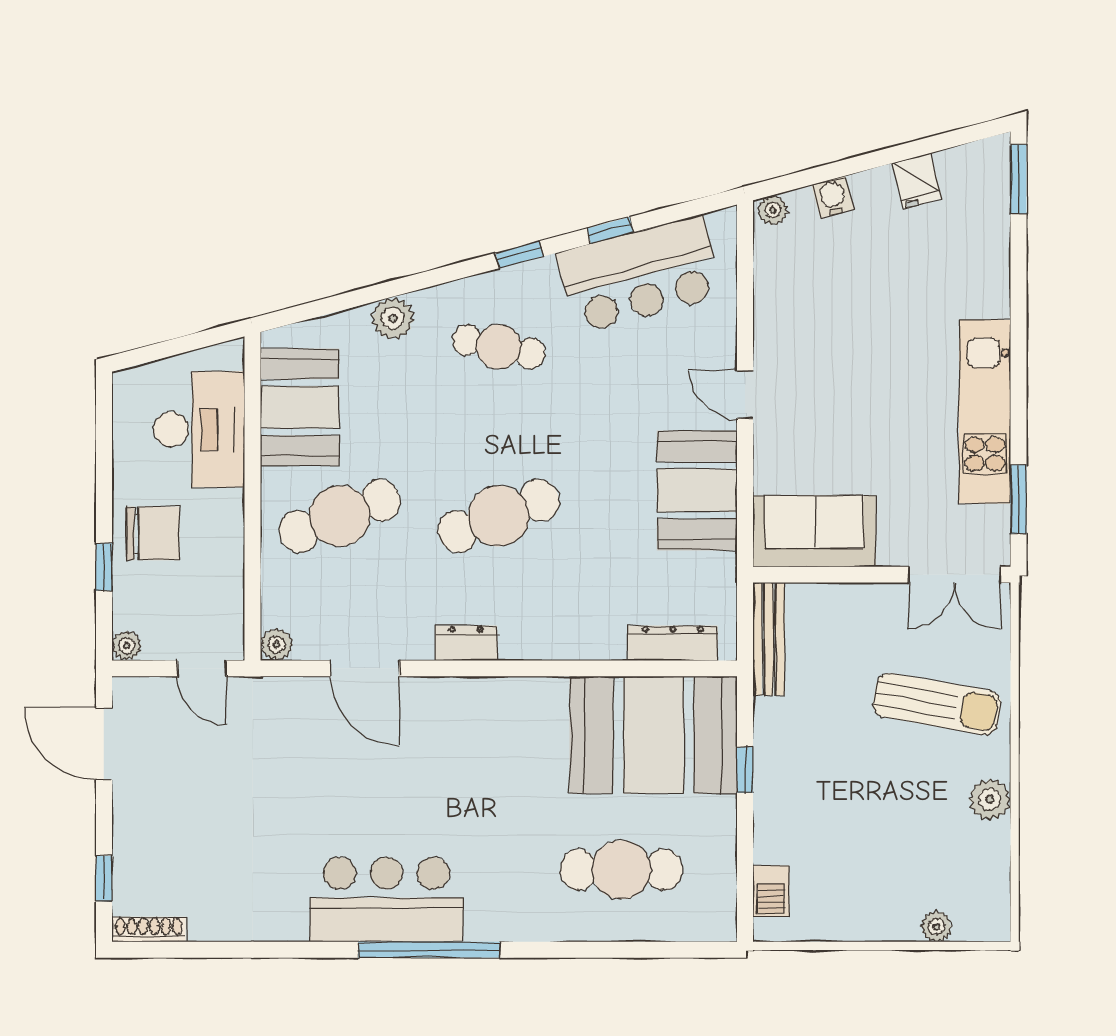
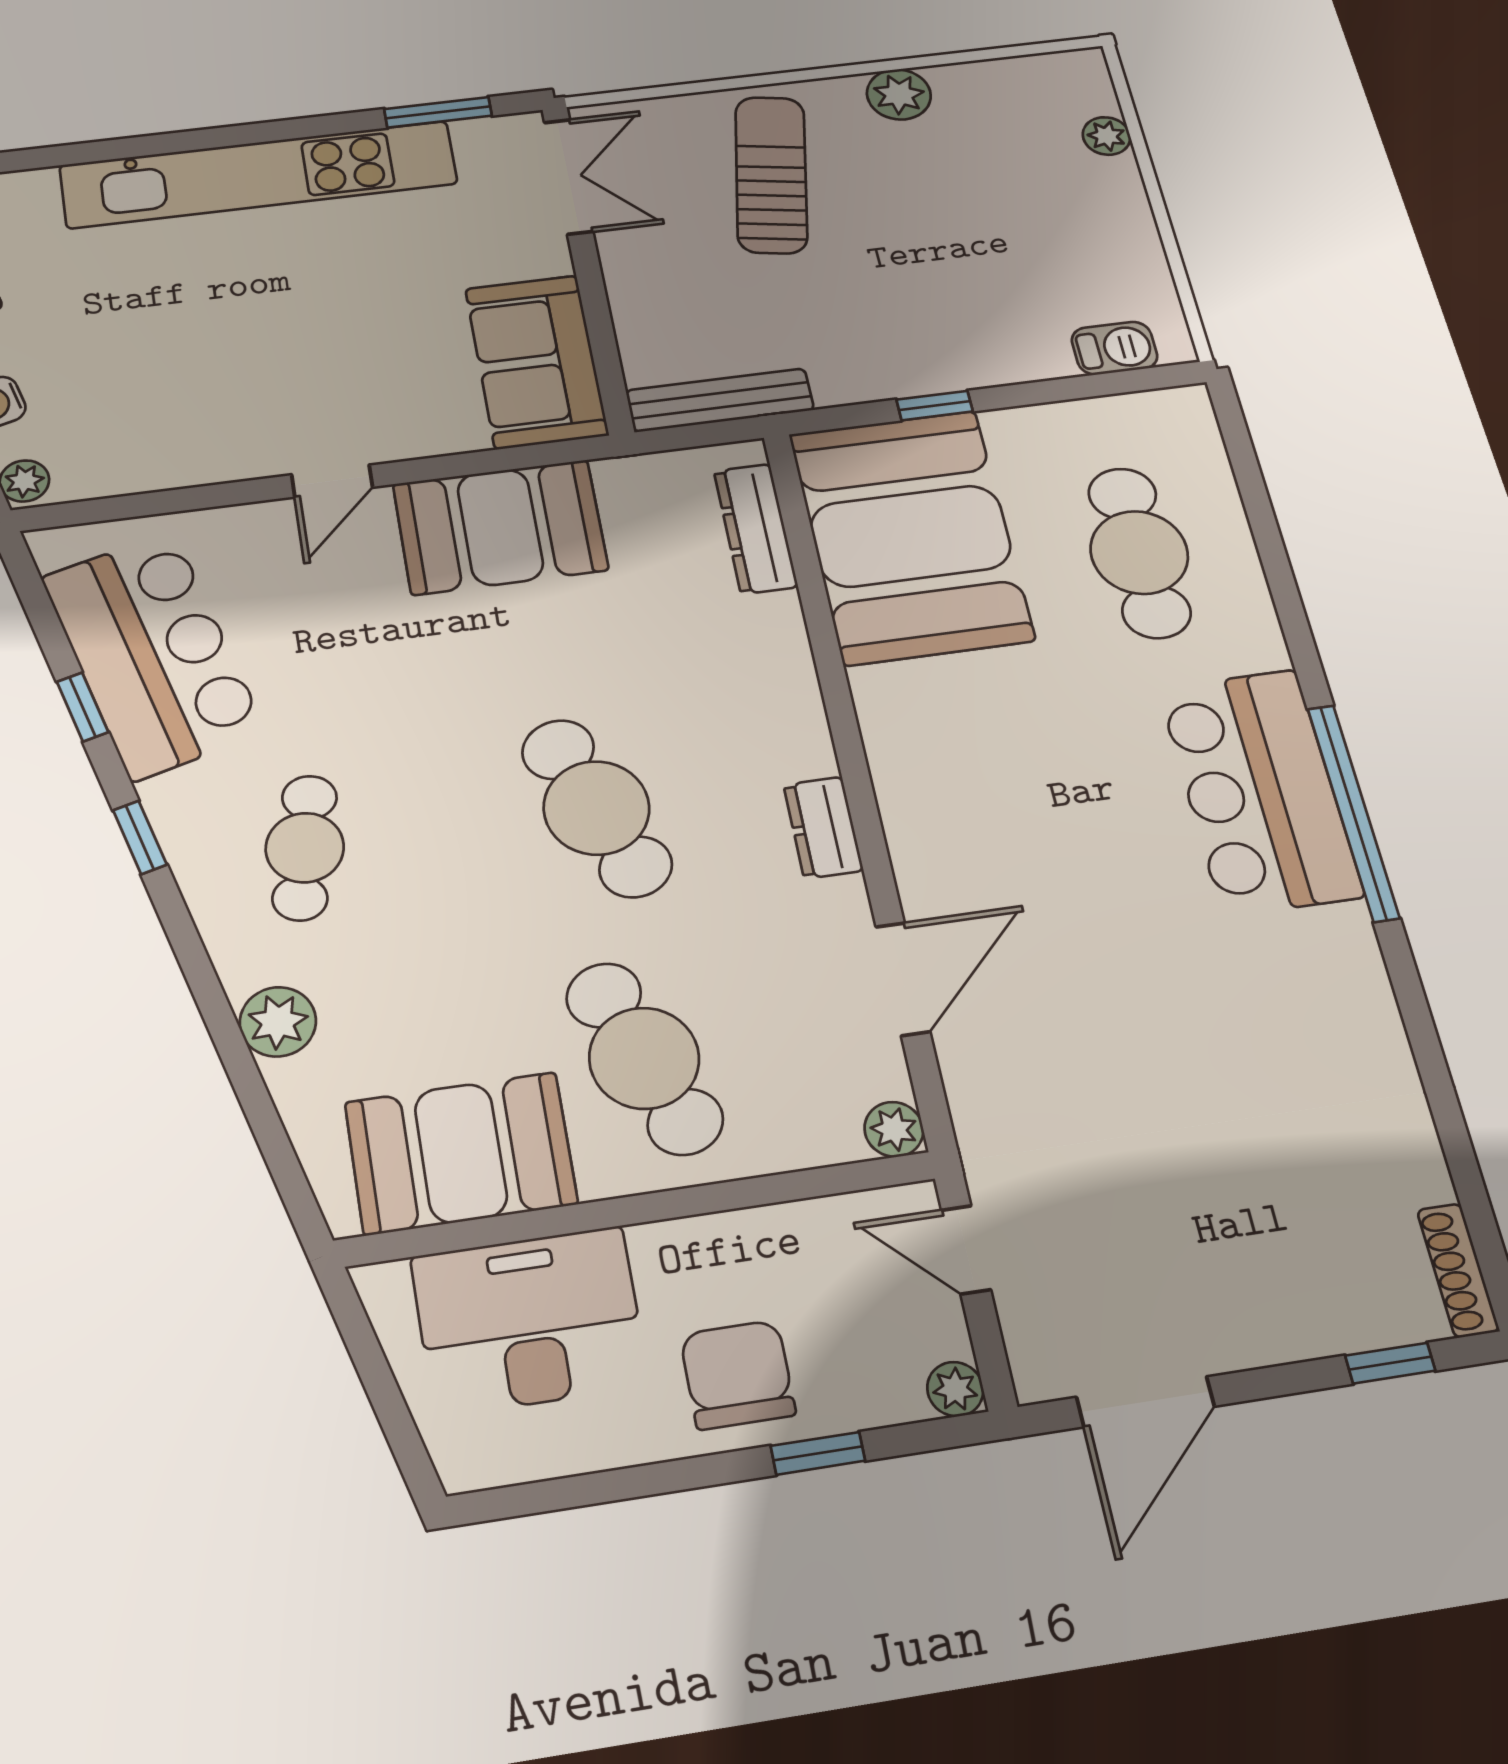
kitchen unit: (985, 412) -> (259, 175), width x1.36
door: (202, 668) -> (966, 1250), swing flipped
bar counter: (386, 900) -> (1260, 791), moved

